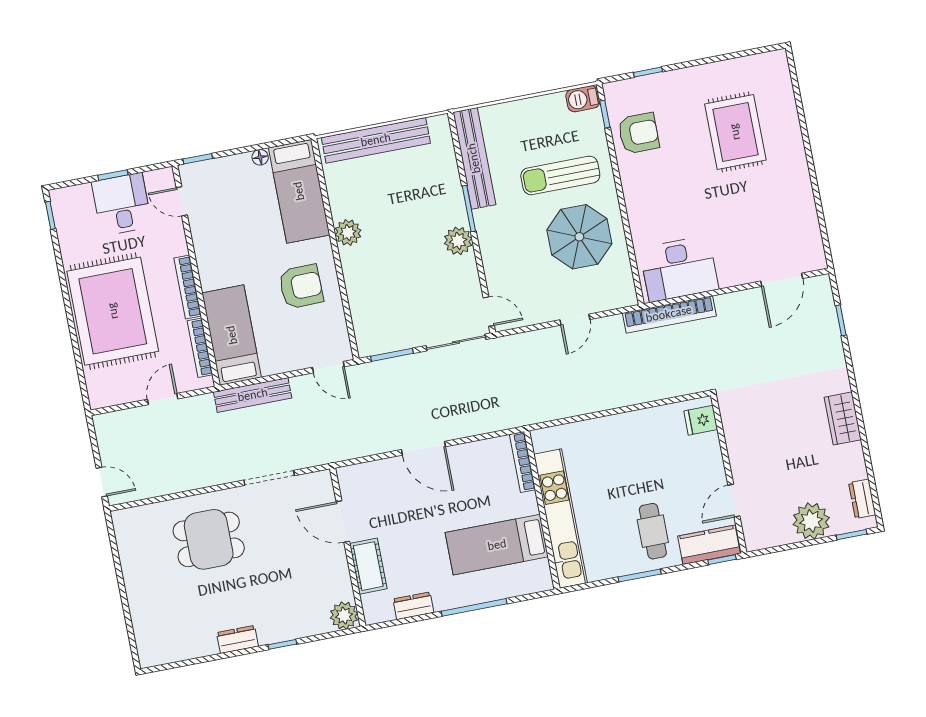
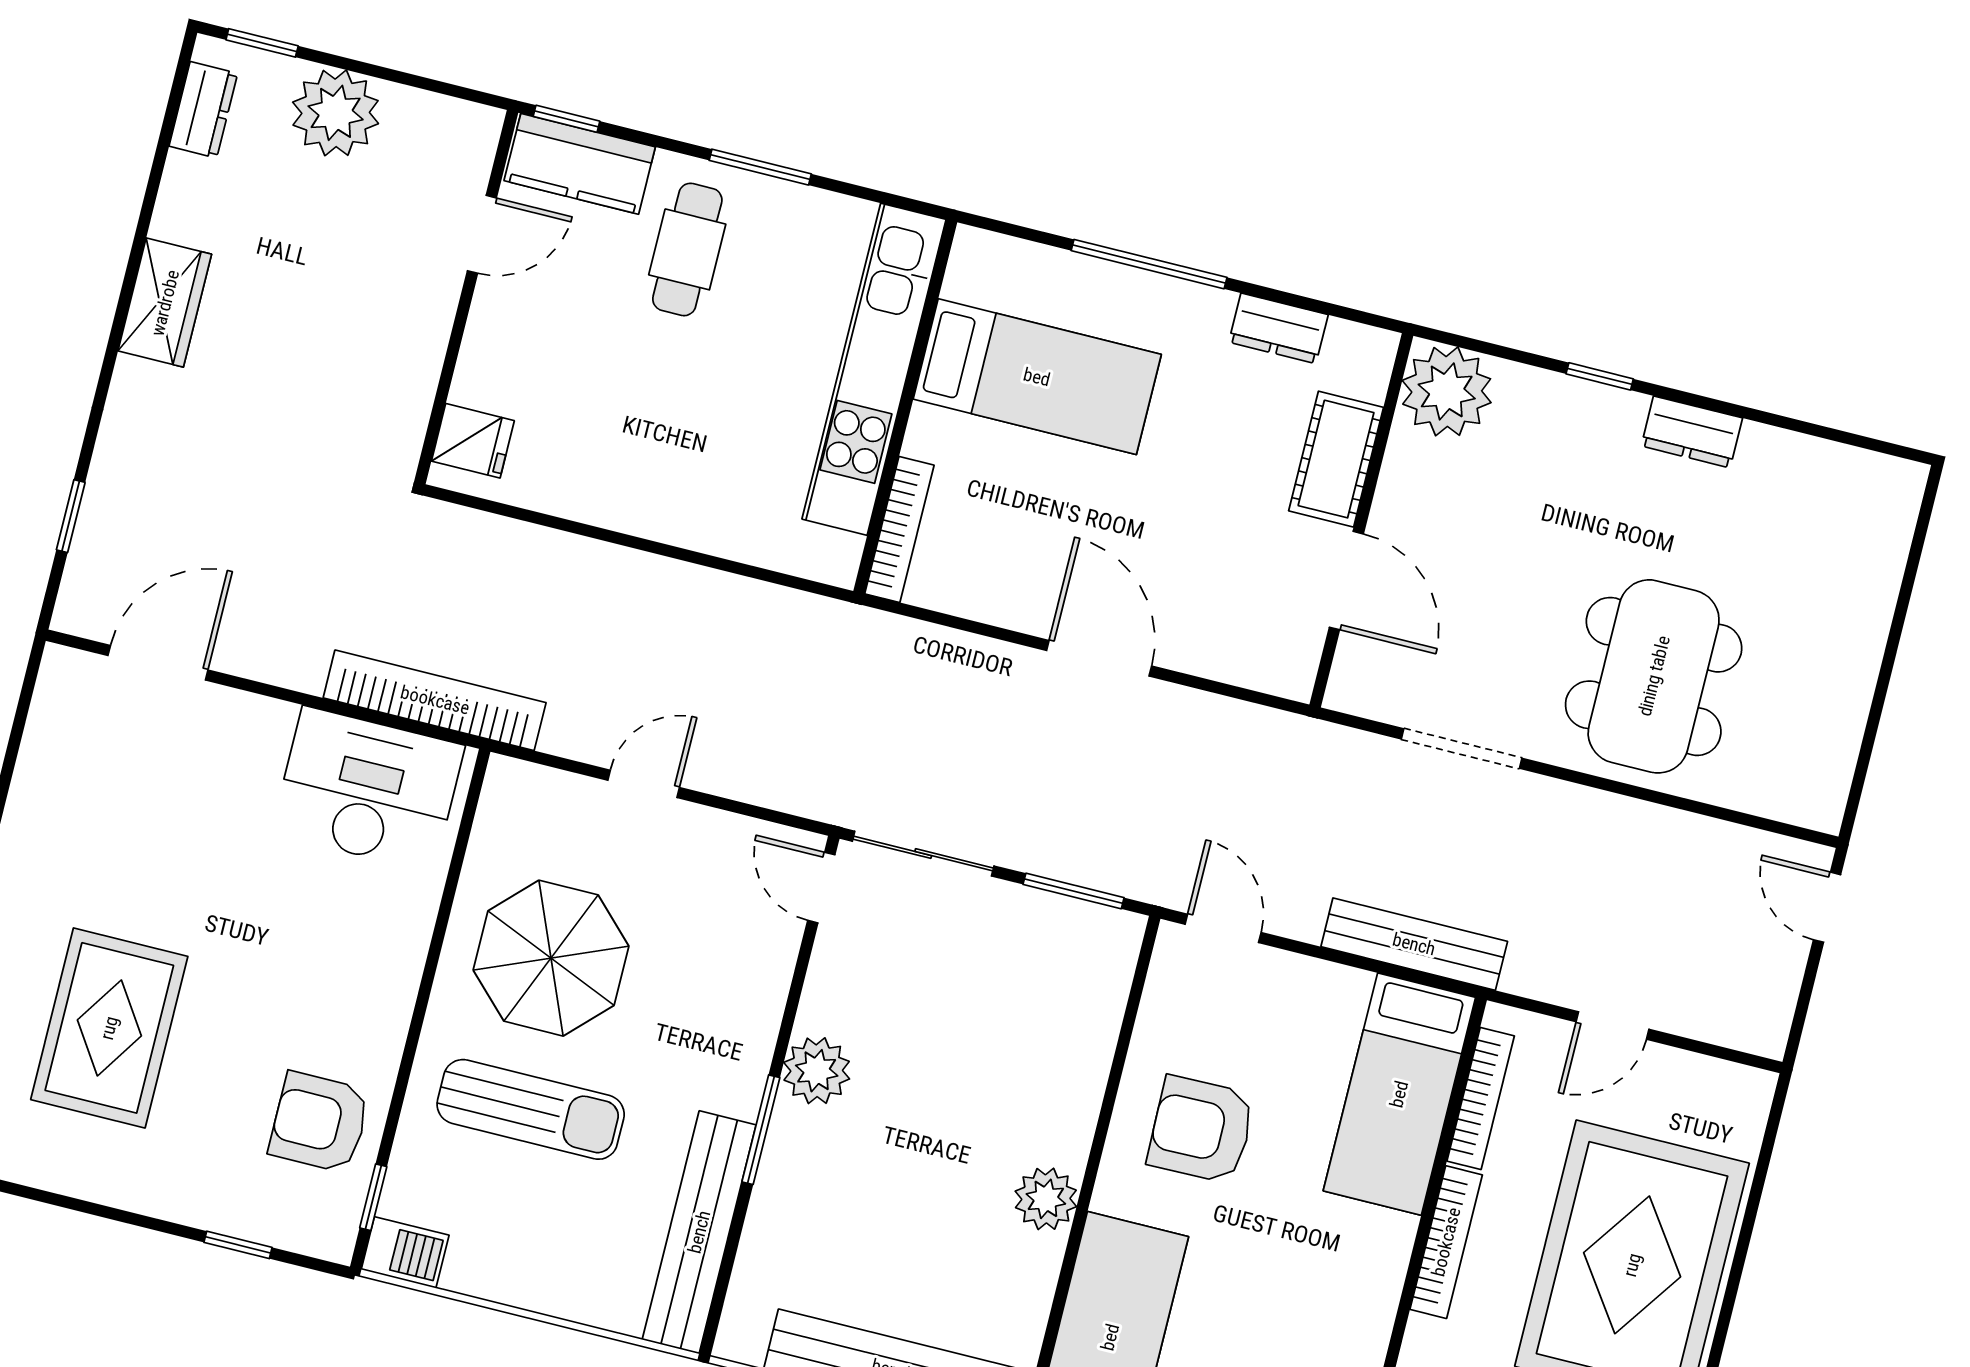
dining table: (209, 539) -> (1654, 676), width x1.38
plant: (344, 616) -> (1447, 391), width x1.36, depth x1.36

